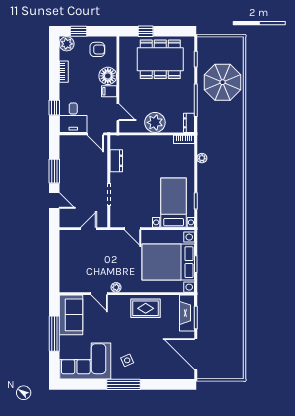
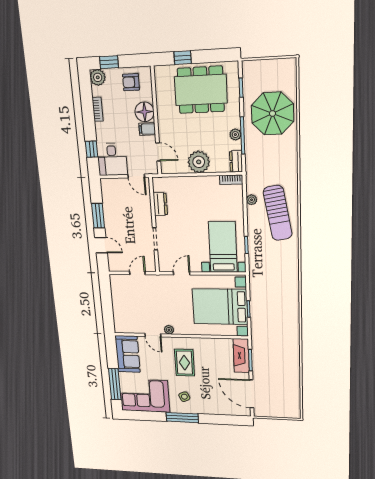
armchair: (97, 49) -> (131, 82), turned 180
plant: (189, 99) -> (235, 135), added
sun lounger: (225, 171) -> (278, 213), added
door: (133, 229) -> (182, 273), swing flipped
rug: (146, 308) -> (184, 363), moved, turned 90
window: (54, 334) -> (115, 384), moved

